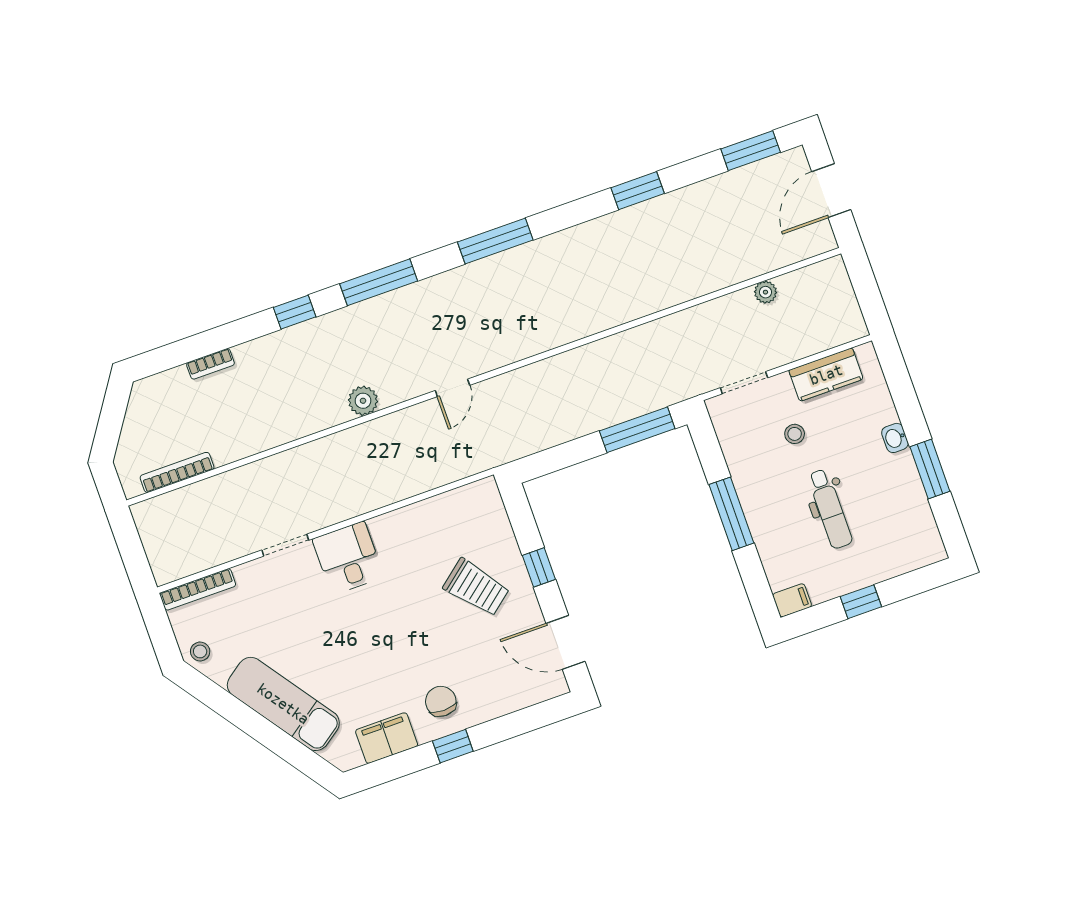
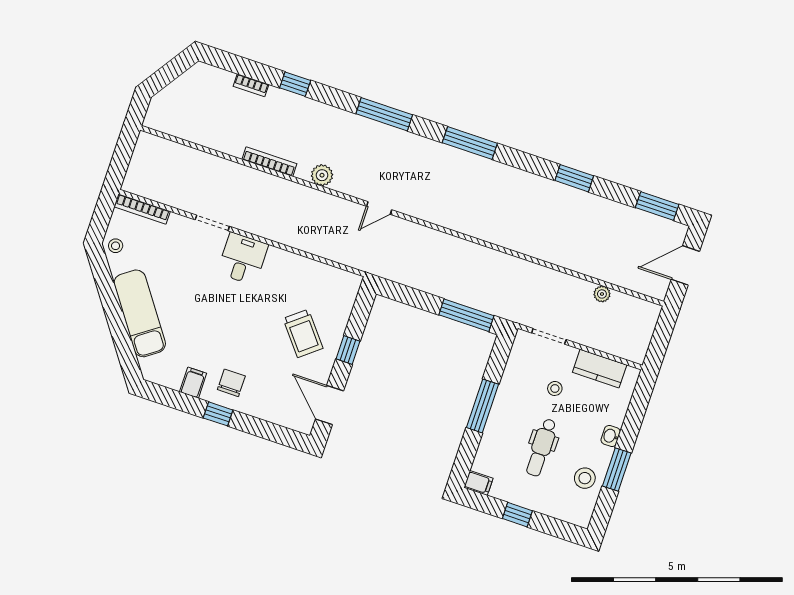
window: (295, 312) -> (295, 84), moved
bookcase: (177, 472) -> (269, 162), moved
stool: (903, 505) -> (585, 478), added
filing cabinet: (387, 738) -> (193, 383), width x0.50

